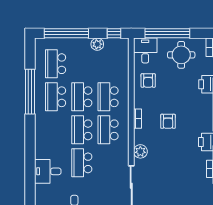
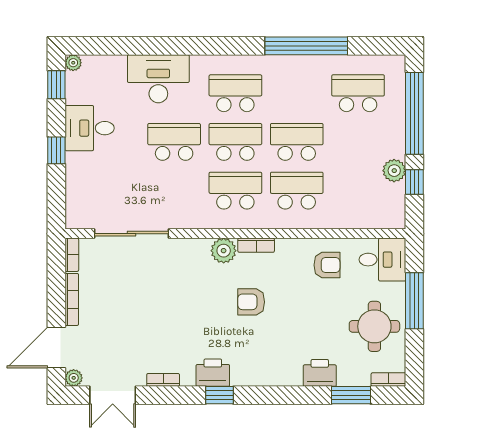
window: (114, 33) -> (414, 182), moved
window: (167, 33) -> (414, 301), width x0.68
armchair: (148, 80) -> (327, 265), turned 180
school desk: (56, 97) -> (235, 93), moved
plant: (140, 151) -> (224, 251), moved
desk: (48, 171) -> (158, 79), width x1.37

